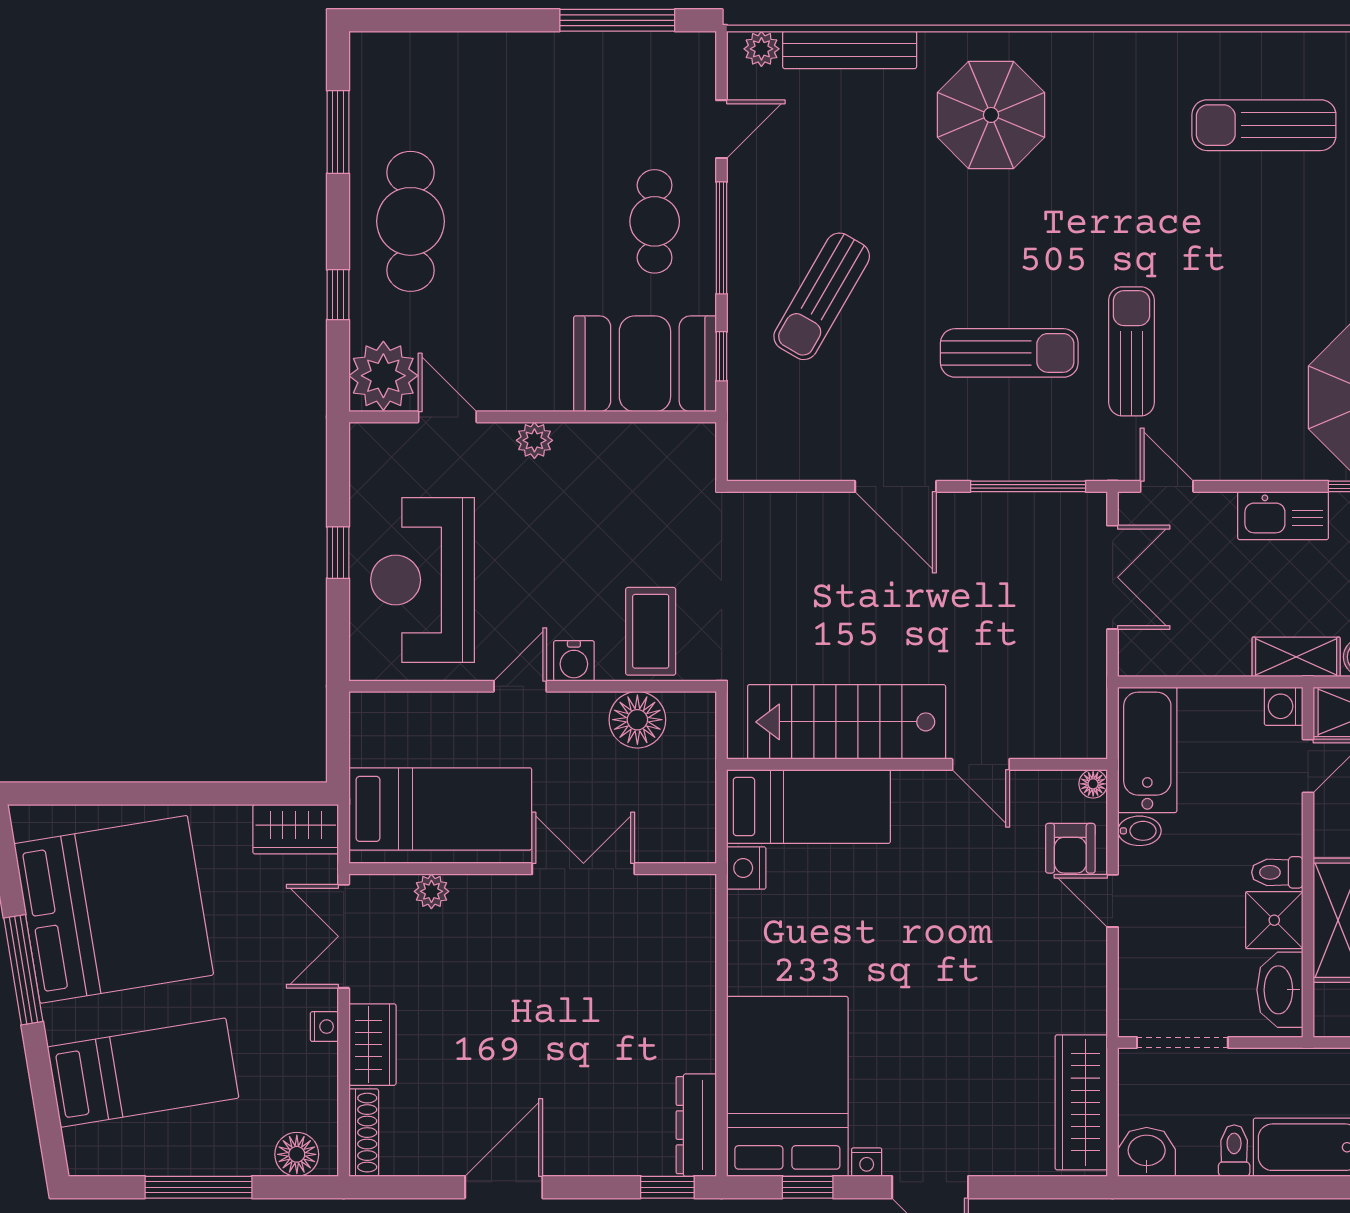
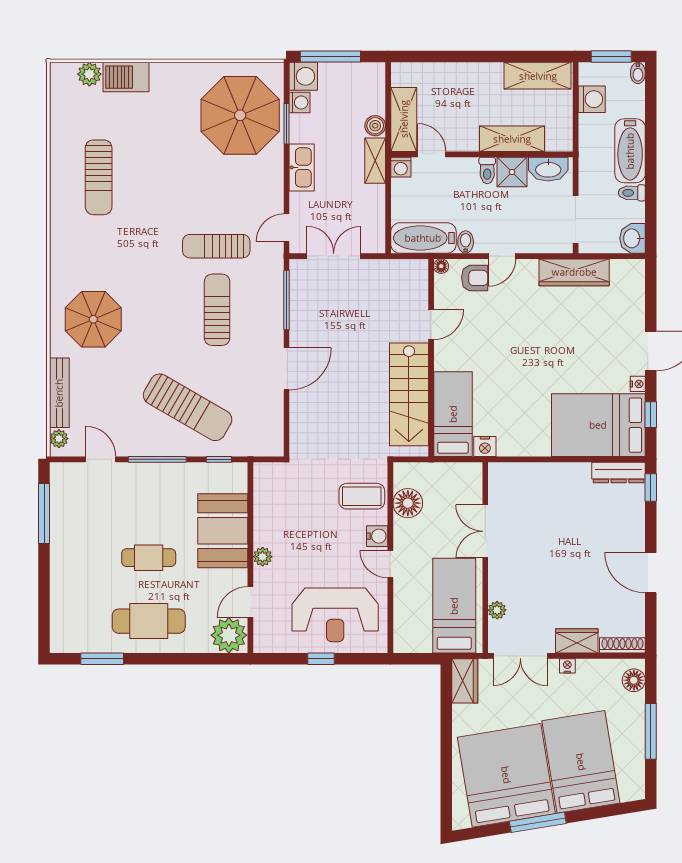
cafe table: (655, 221) -> (149, 558), moved
window: (338, 295) -> (187, 659), removed
sun lounger: (822, 296) -> (188, 407), width x1.36, depth x1.34
booth: (645, 364) -> (223, 531), moved
bed: (143, 1073) -> (581, 762), width x1.50
wardrobe: (1081, 1102) -> (574, 272), moved

